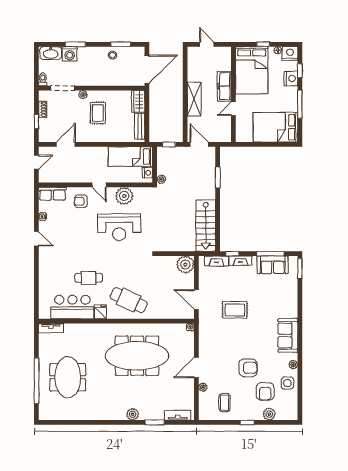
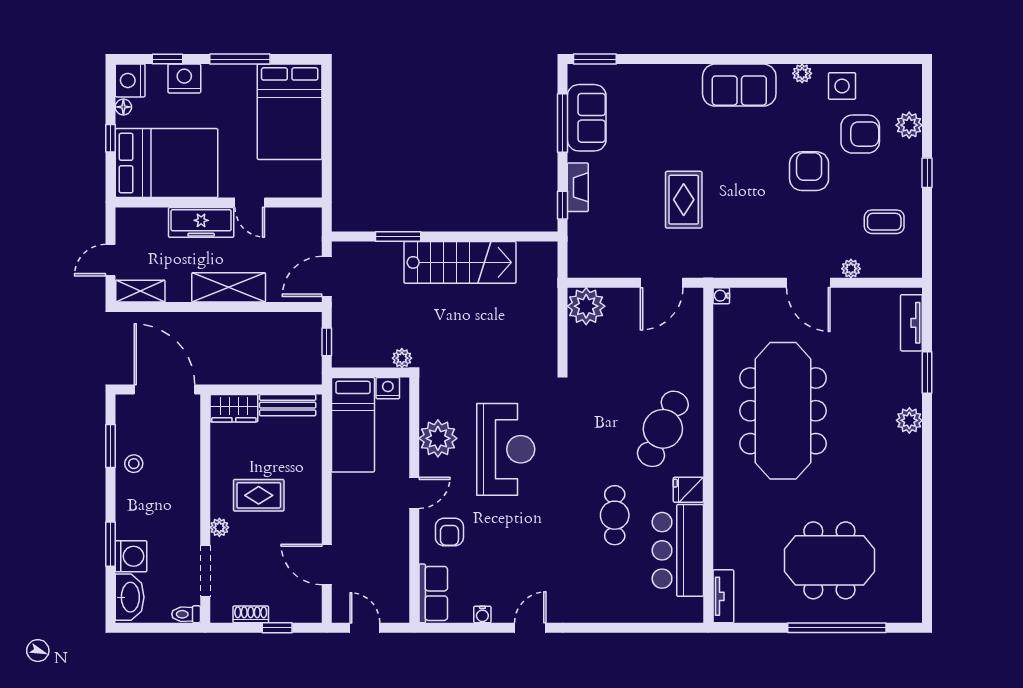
shelving: (192, 58) -> (140, 291), added
stairs: (206, 226) -> (460, 262), moved
fireplace: (216, 261) -> (578, 239), removed

